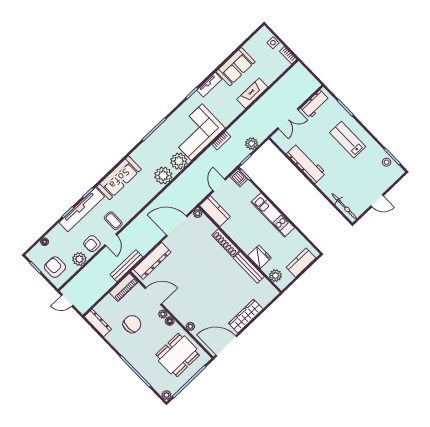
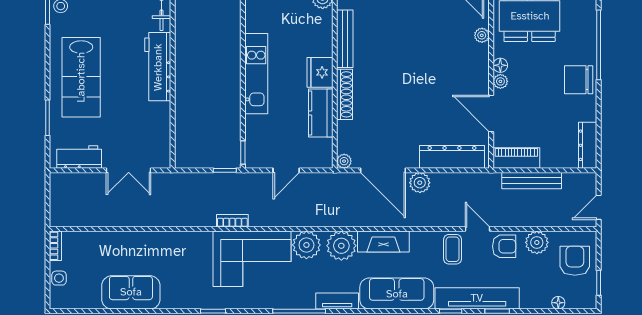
tv unit: (209, 85) -> (337, 301), moved
fireplace: (252, 93) -> (383, 242), moved
double door: (288, 119) -> (129, 170), swing flipped
lab bench: (348, 140) -> (81, 77), width x1.36, depth x1.39
plant: (252, 144) -> (420, 183), moved
workbench: (306, 163) -> (158, 67), moved
dishwasher: (239, 178) -> (254, 156), removed
kitchen counter: (215, 211) -> (321, 113), moved
door: (111, 240) -> (477, 229), hinge flipped
fridge: (260, 257) -> (320, 72), moved
bench: (126, 266) -> (532, 181), moved
armchair: (55, 267) -> (575, 261), turned 180
door: (67, 300) -> (599, 207), swing flipped
chair: (132, 324) -> (579, 80), moved

